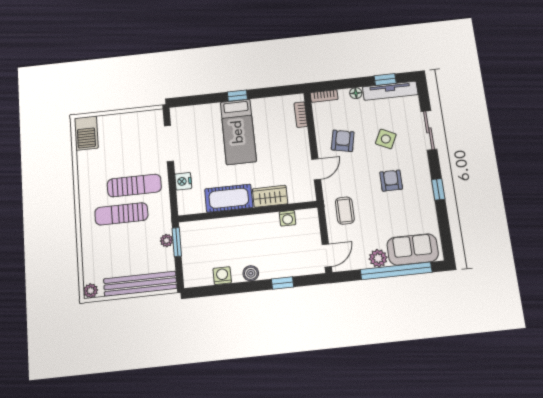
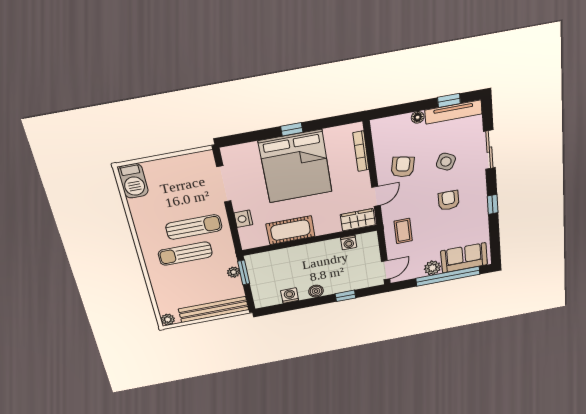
bookcase: (324, 96) -> (384, 123), removed
bookcase: (301, 115) -> (361, 151), width x1.56
bed: (238, 132) -> (295, 166), width x2.04
wardrobe: (270, 196) -> (358, 220), moved

